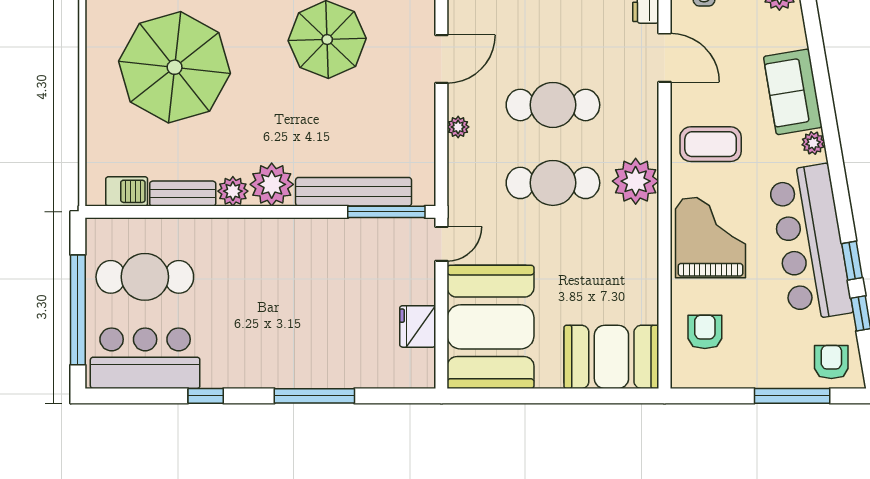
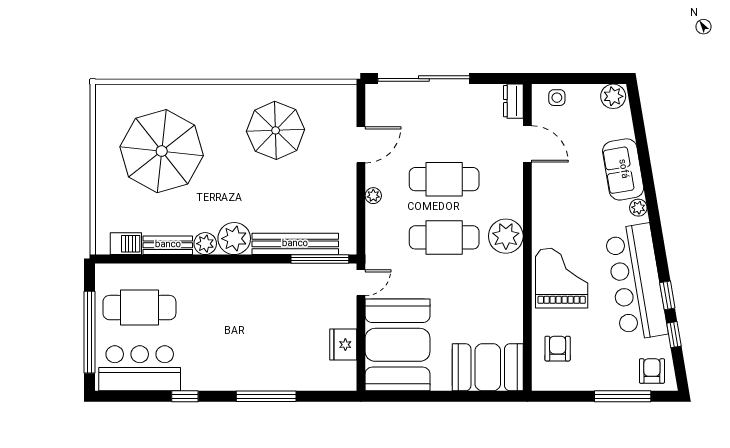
coffee table: (711, 144) -> (562, 208), removed

